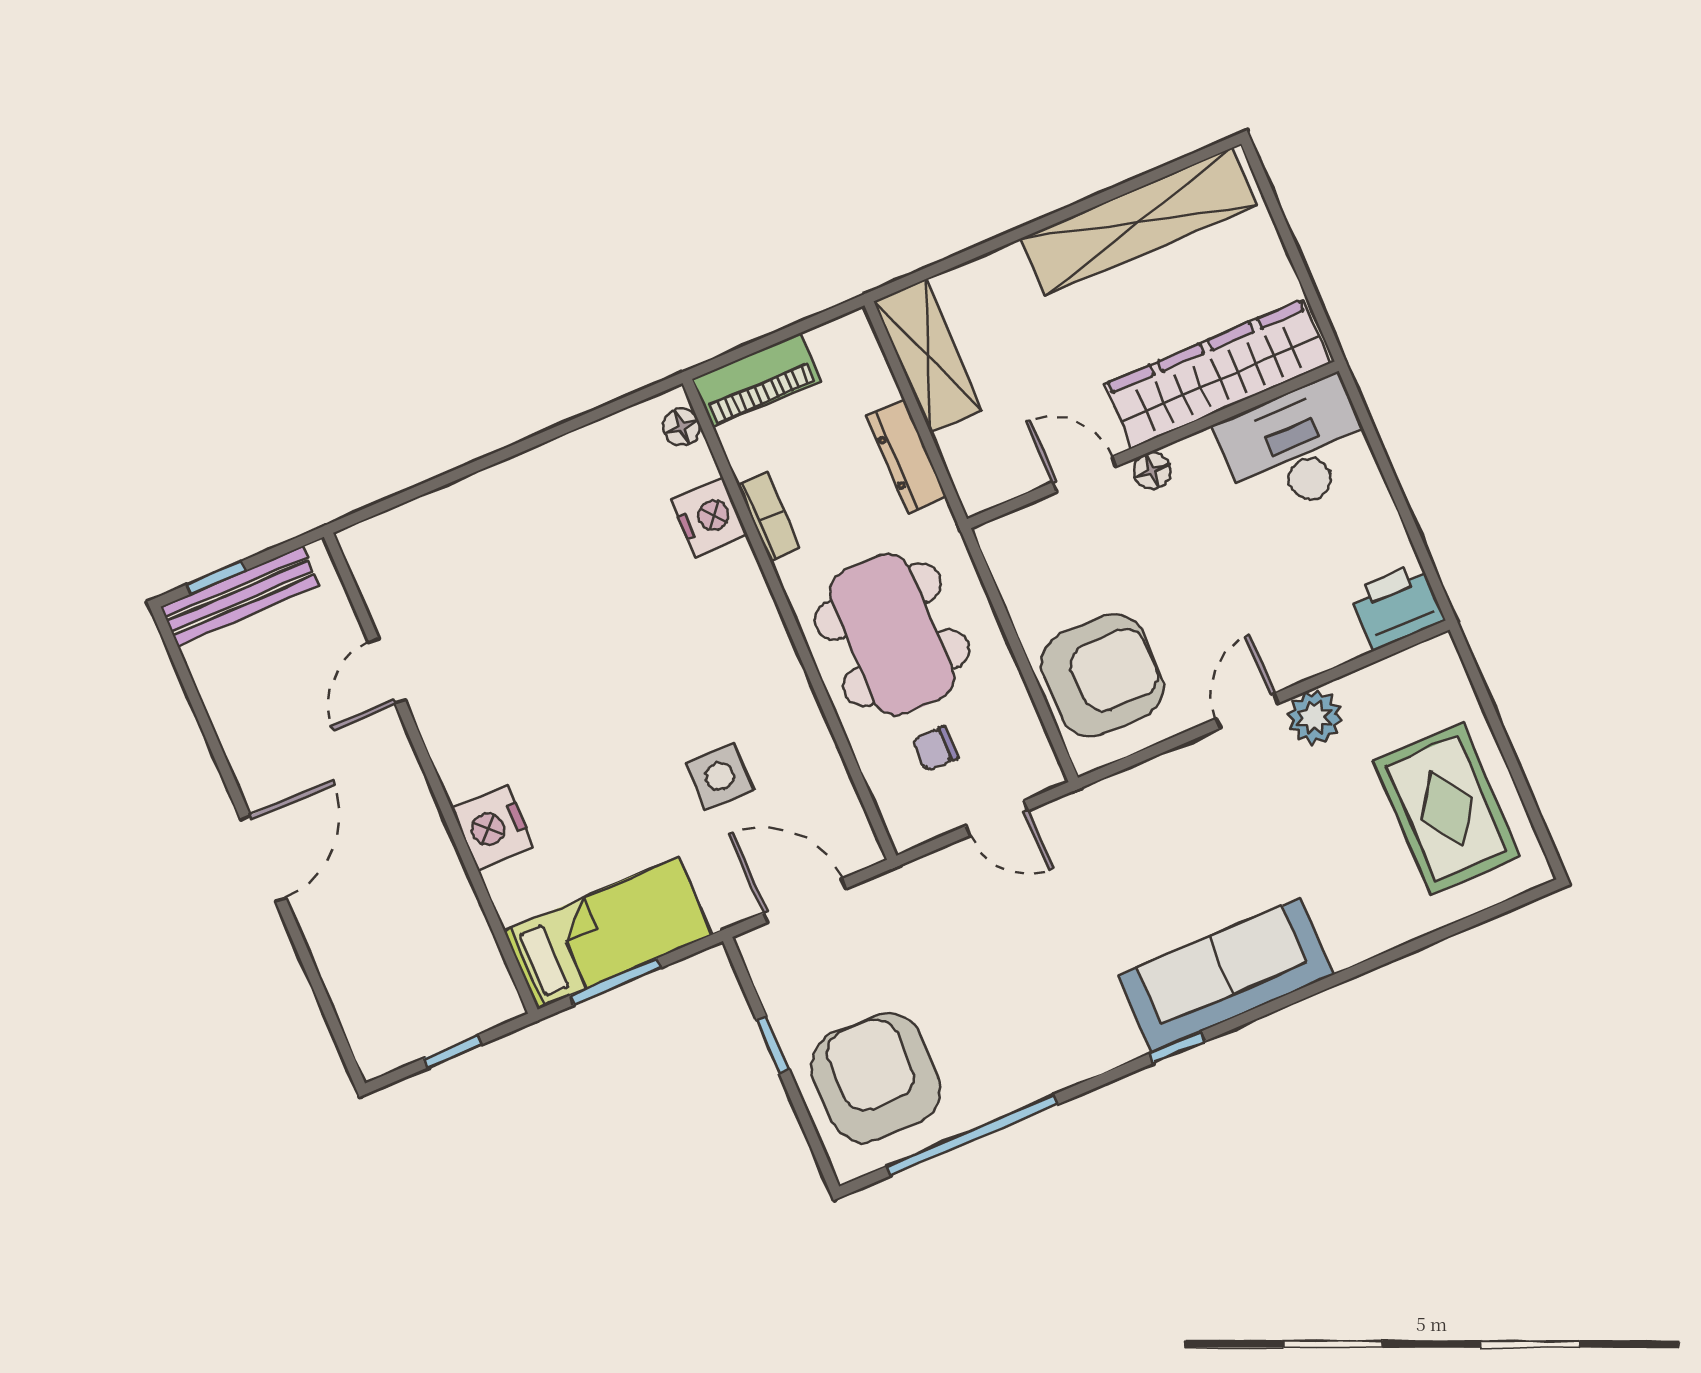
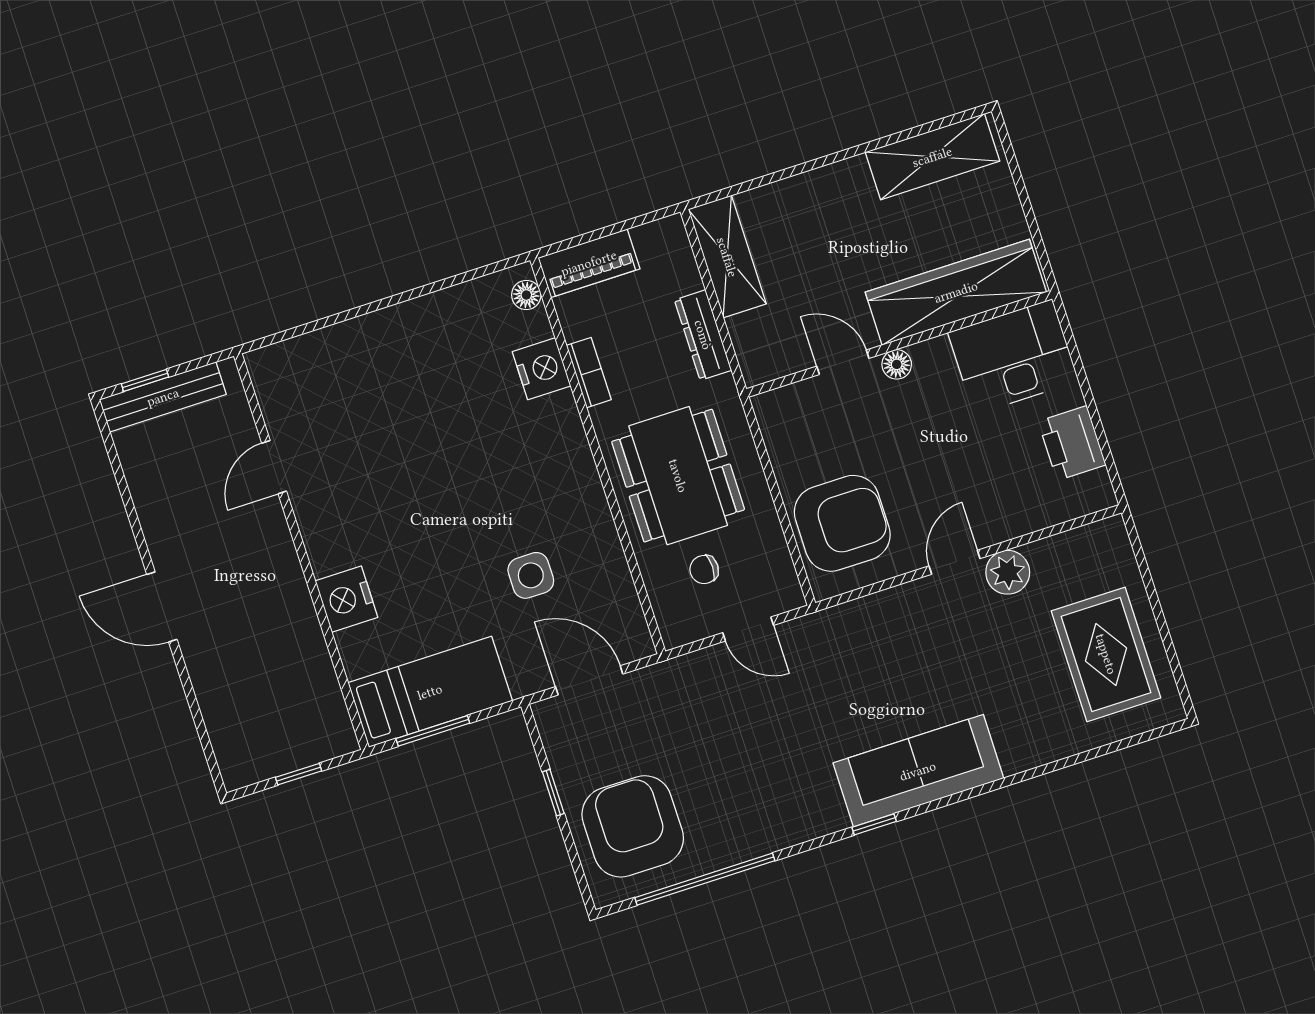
shelving: (1139, 222) -> (932, 157), width x0.68
printer: (1397, 606) -> (1072, 443), moved, turned -90
door: (263, 858) -> (162, 607), swing flipped

